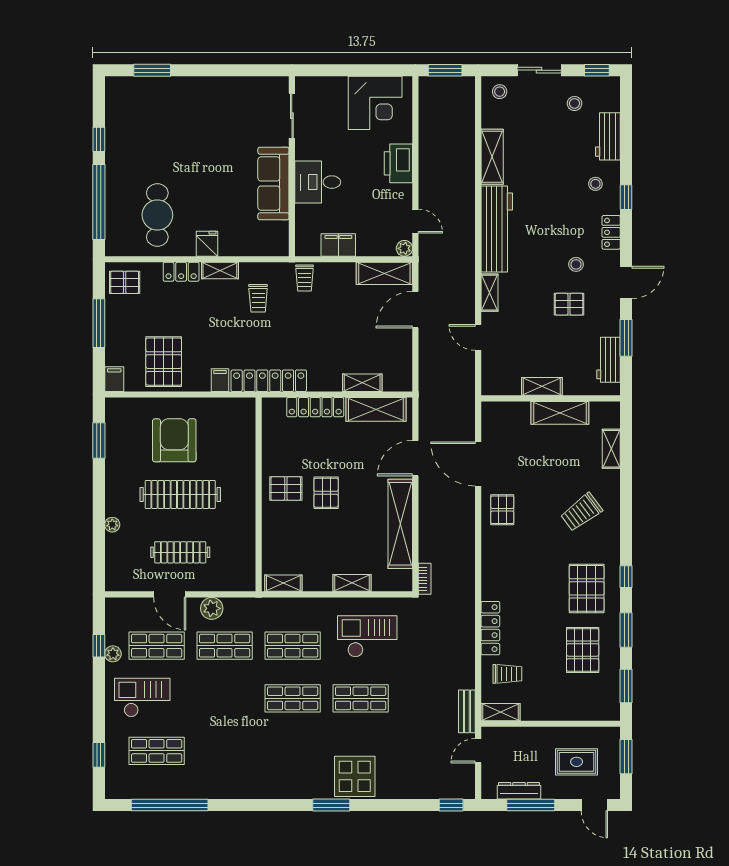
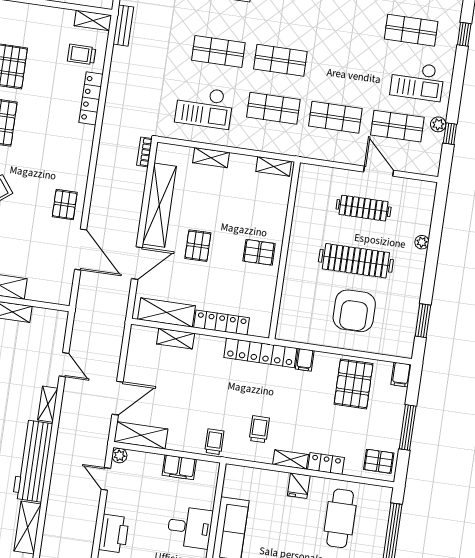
pallet: (326, 493) -> (198, 246), moved
plant: (212, 608) -> (342, 153), removed

